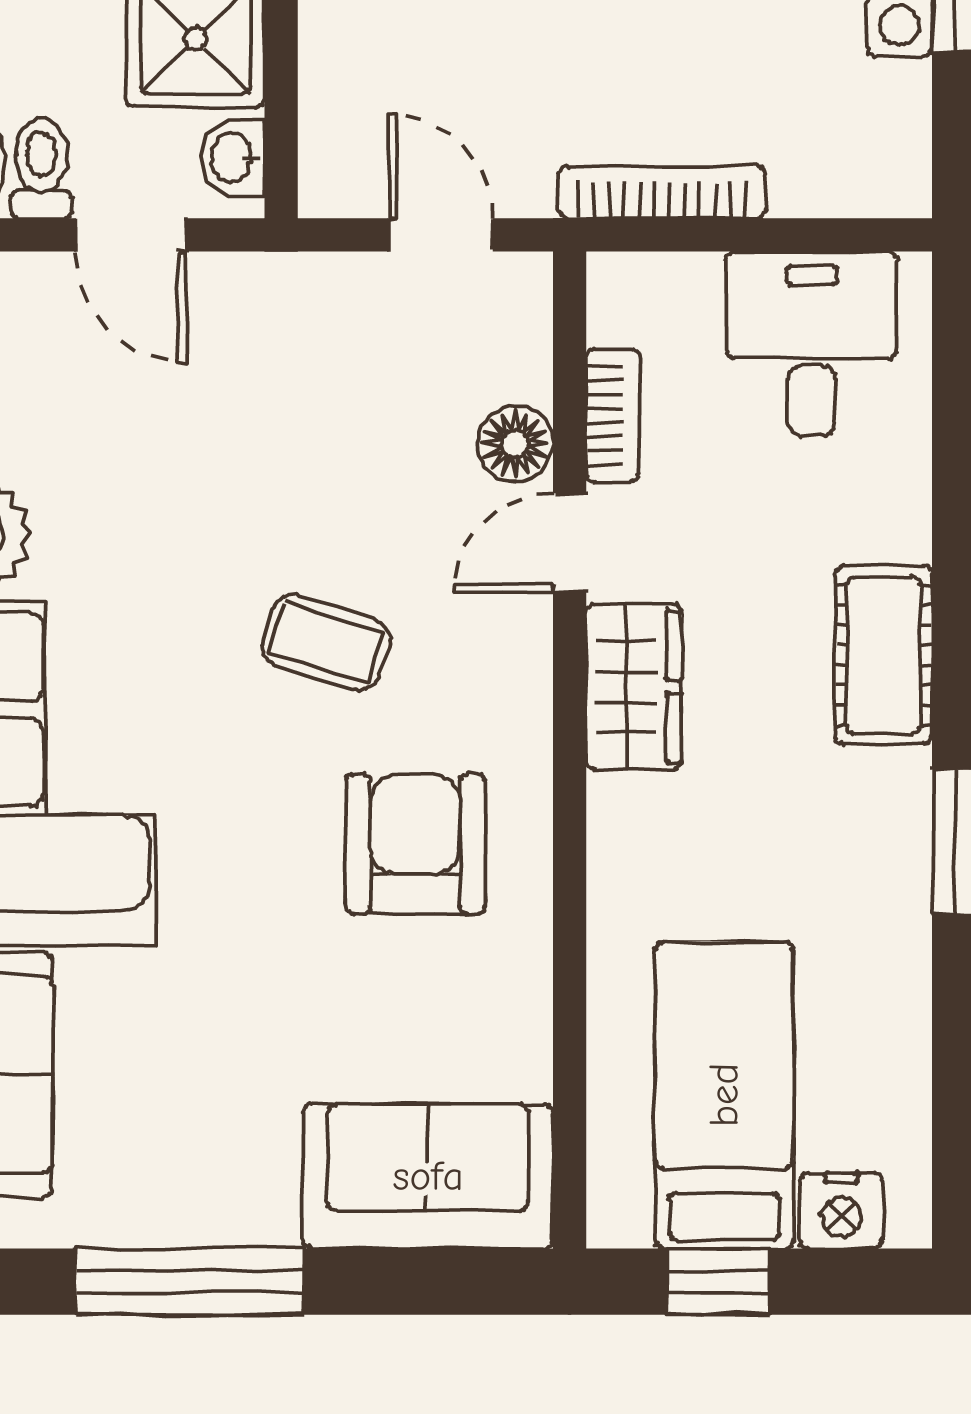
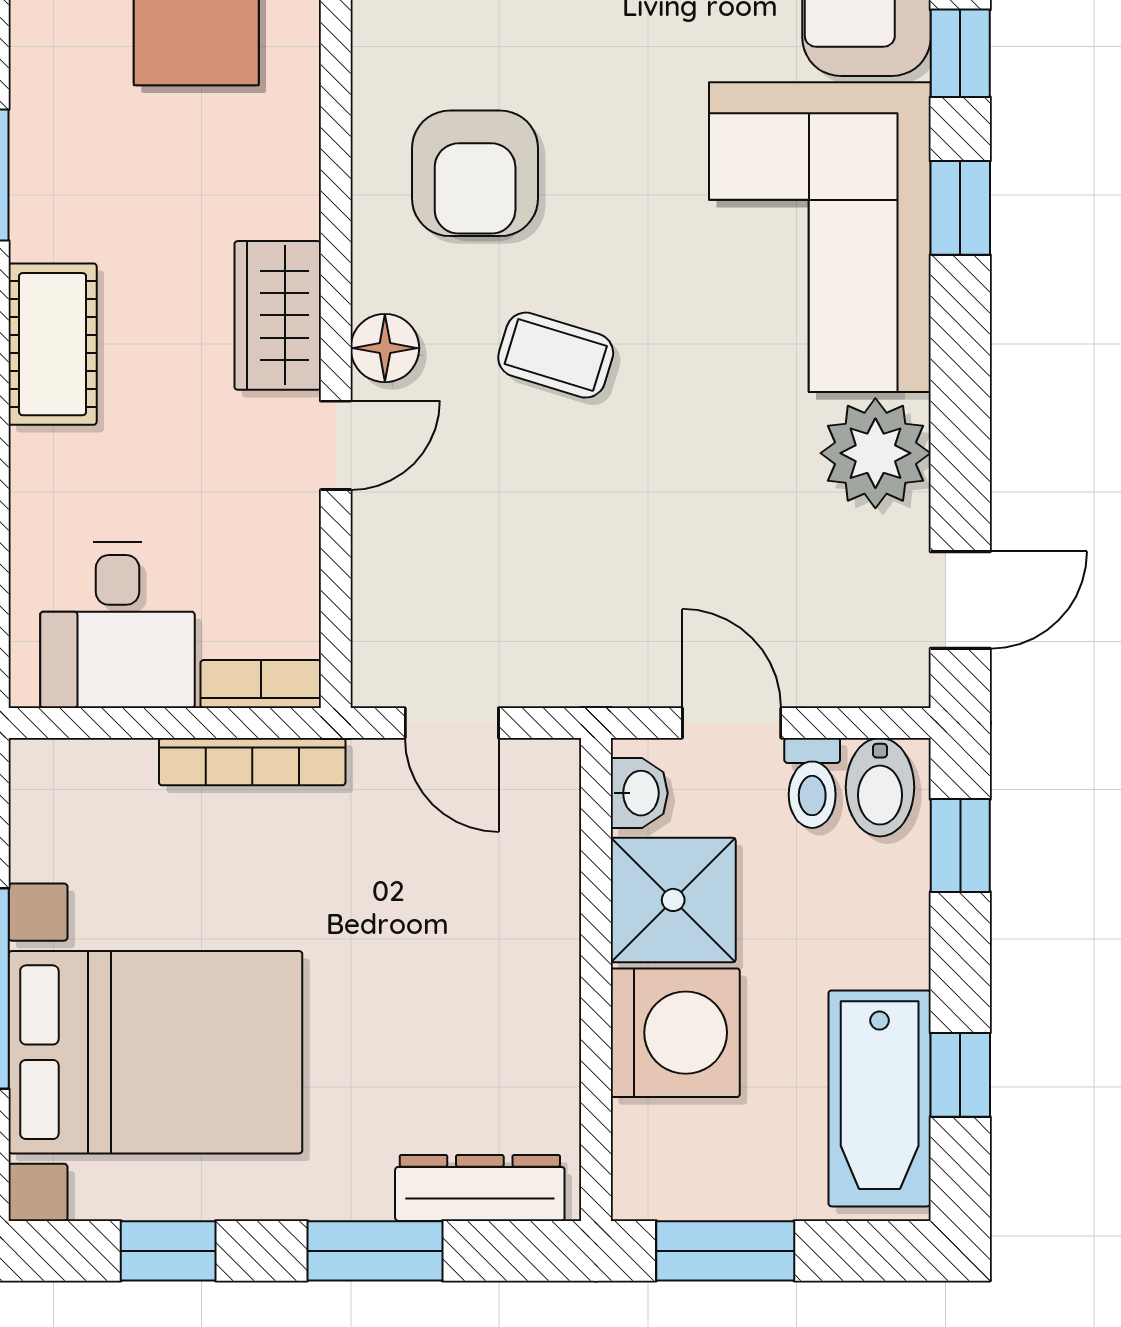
bookcase: (613, 415) -> (261, 684), moved, turned 90
floor lamp: (515, 444) -> (385, 348), moved

